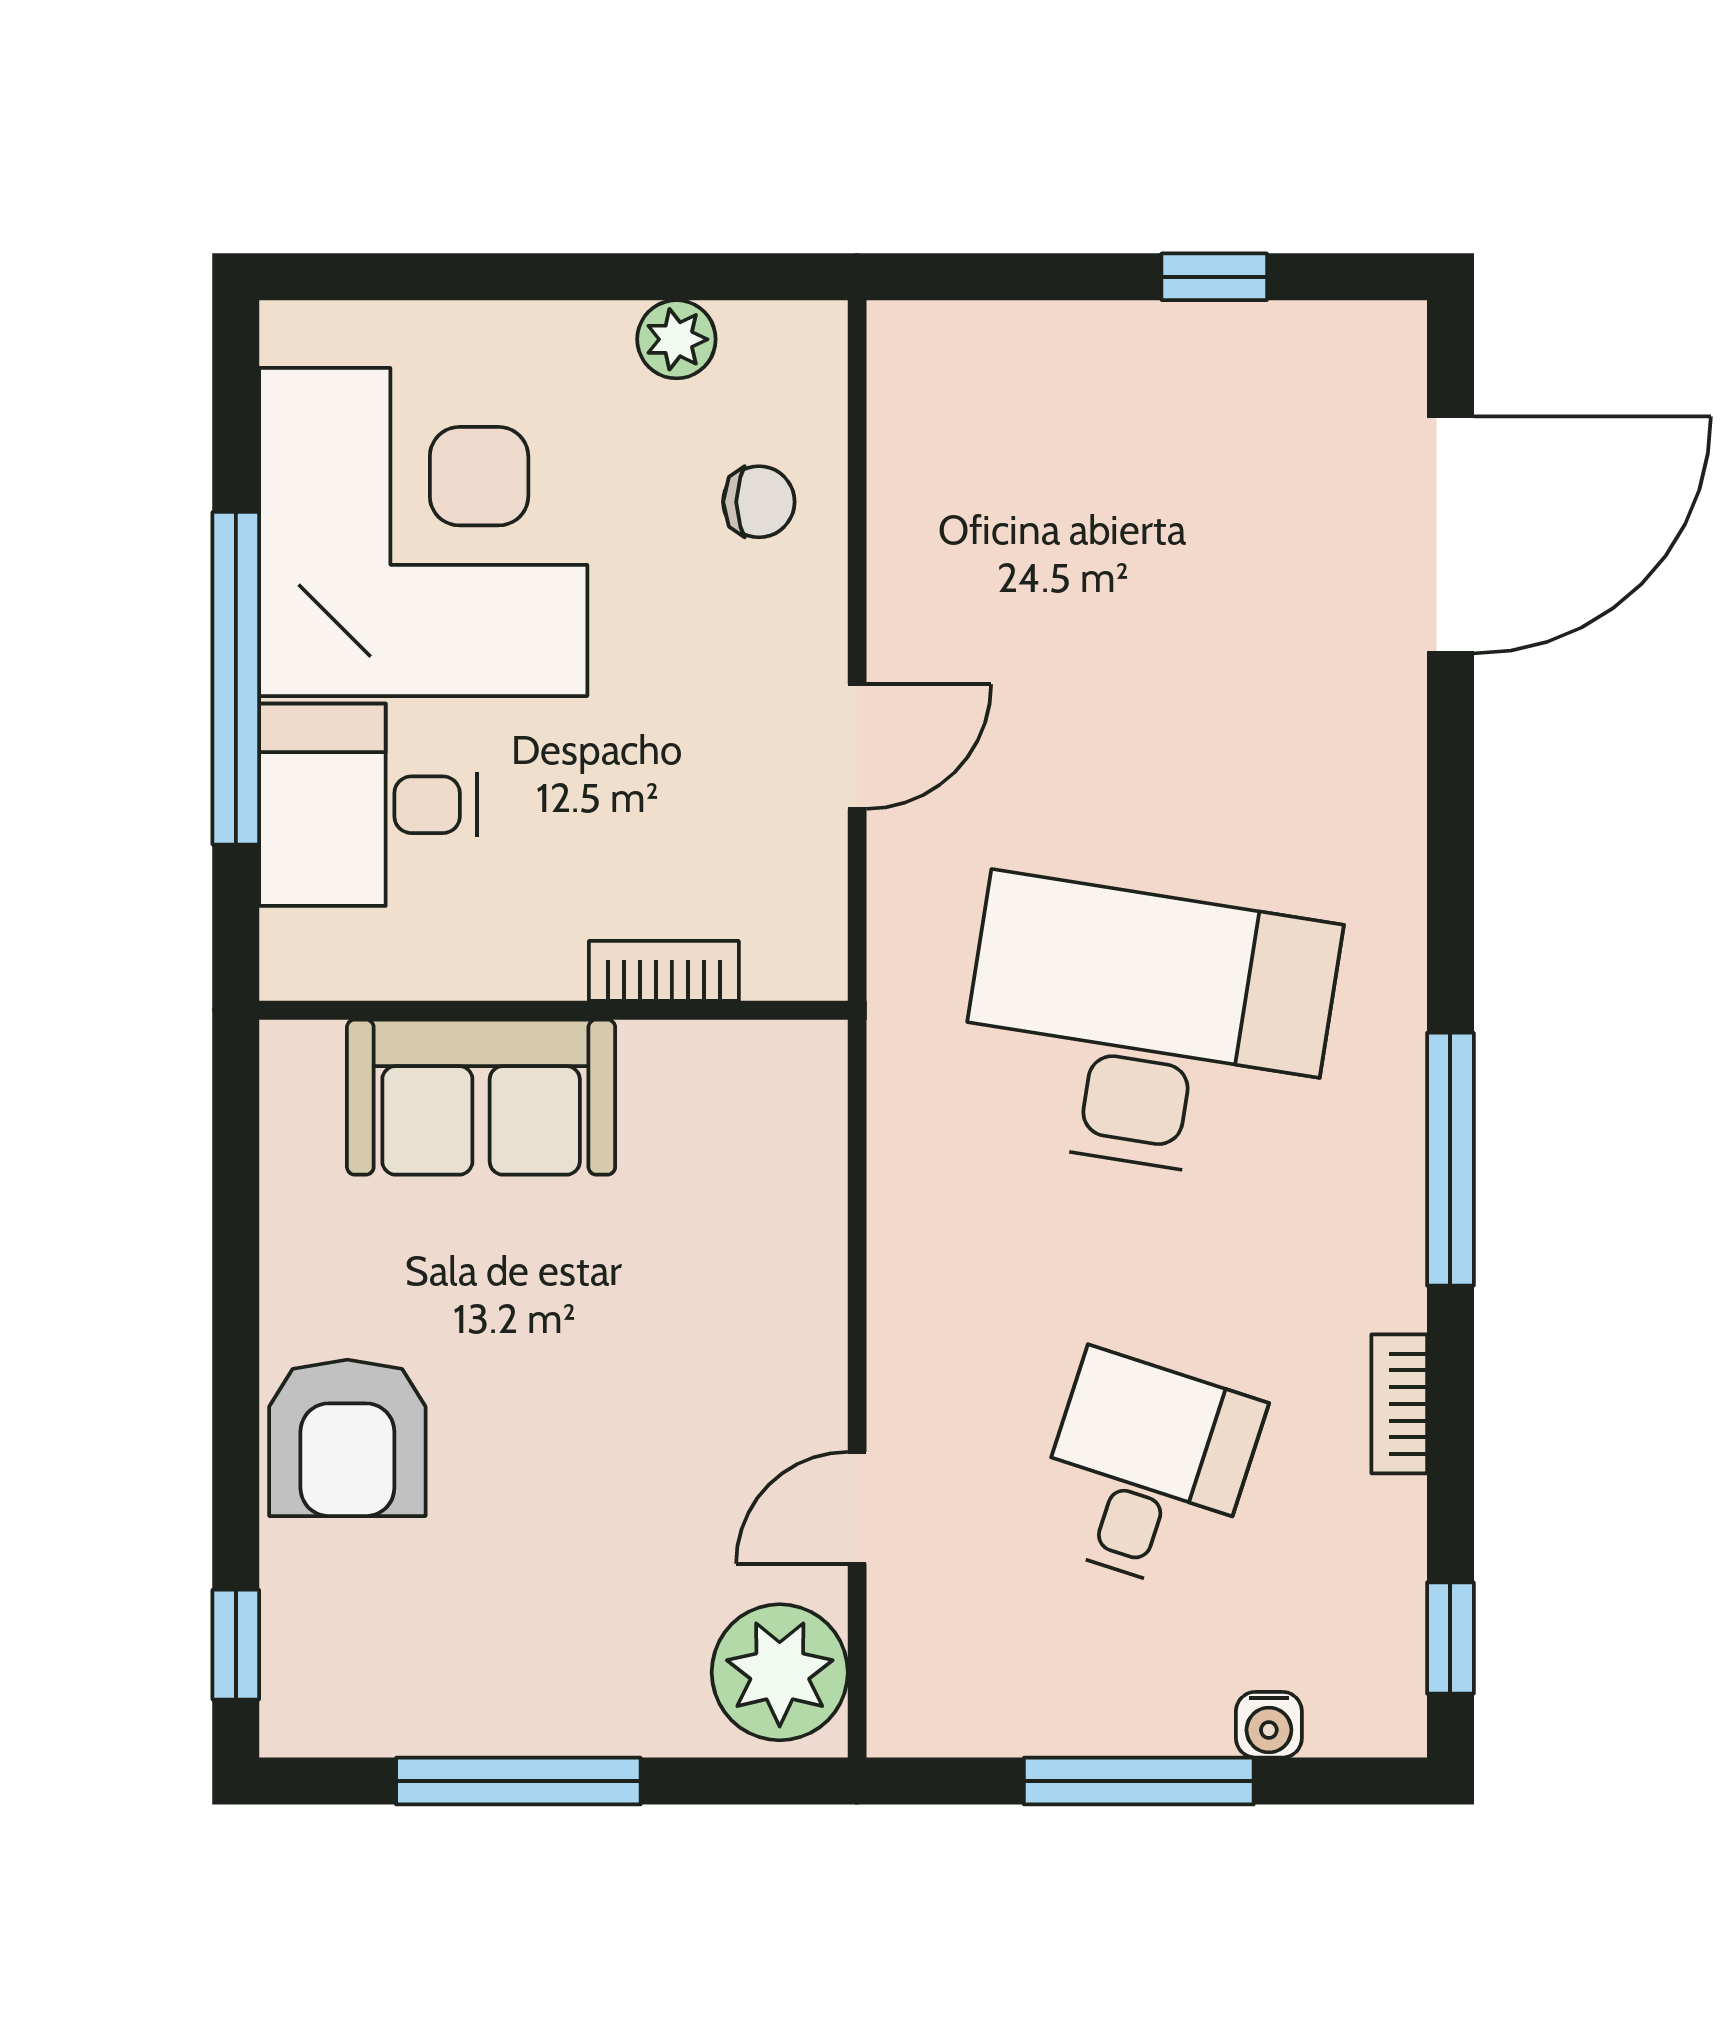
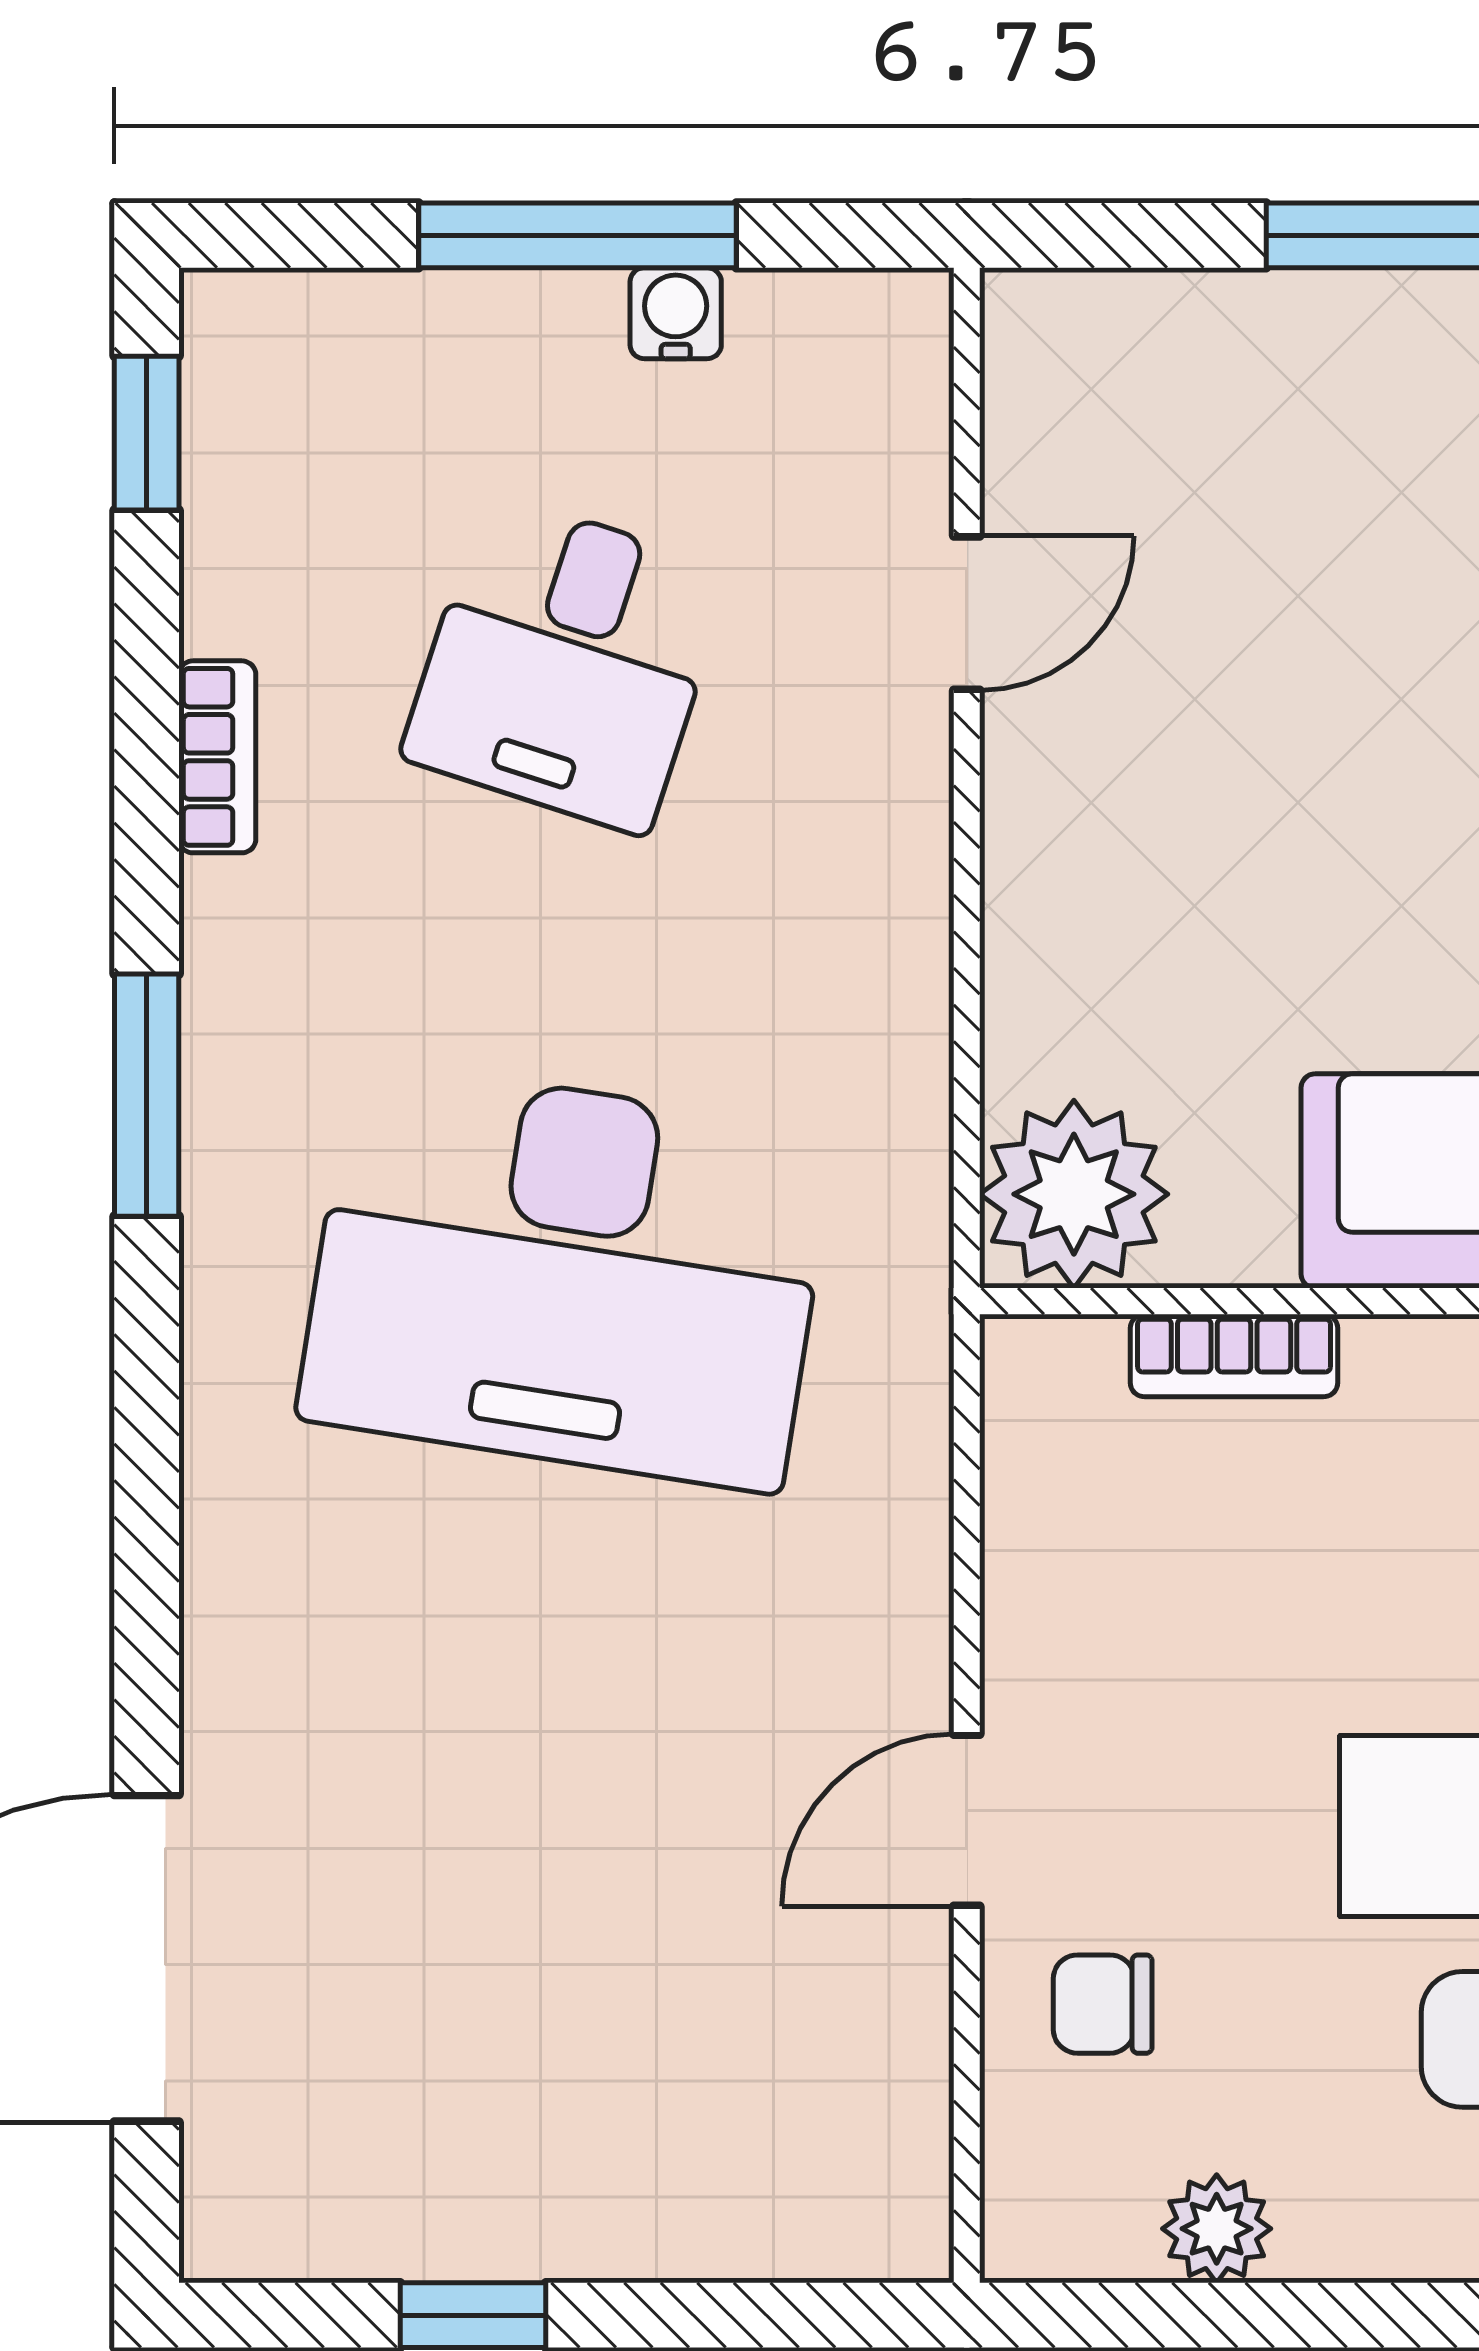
door: (857, 746) -> (967, 1820), moved
window: (1450, 1159) -> (147, 1095), width x0.69
plant: (780, 1672) -> (1074, 1194), moved
water cooler: (1269, 1725) -> (676, 313), moved

